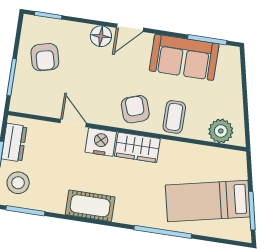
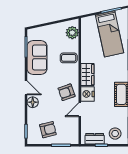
armchair: (135, 109) -> (67, 92), moved

